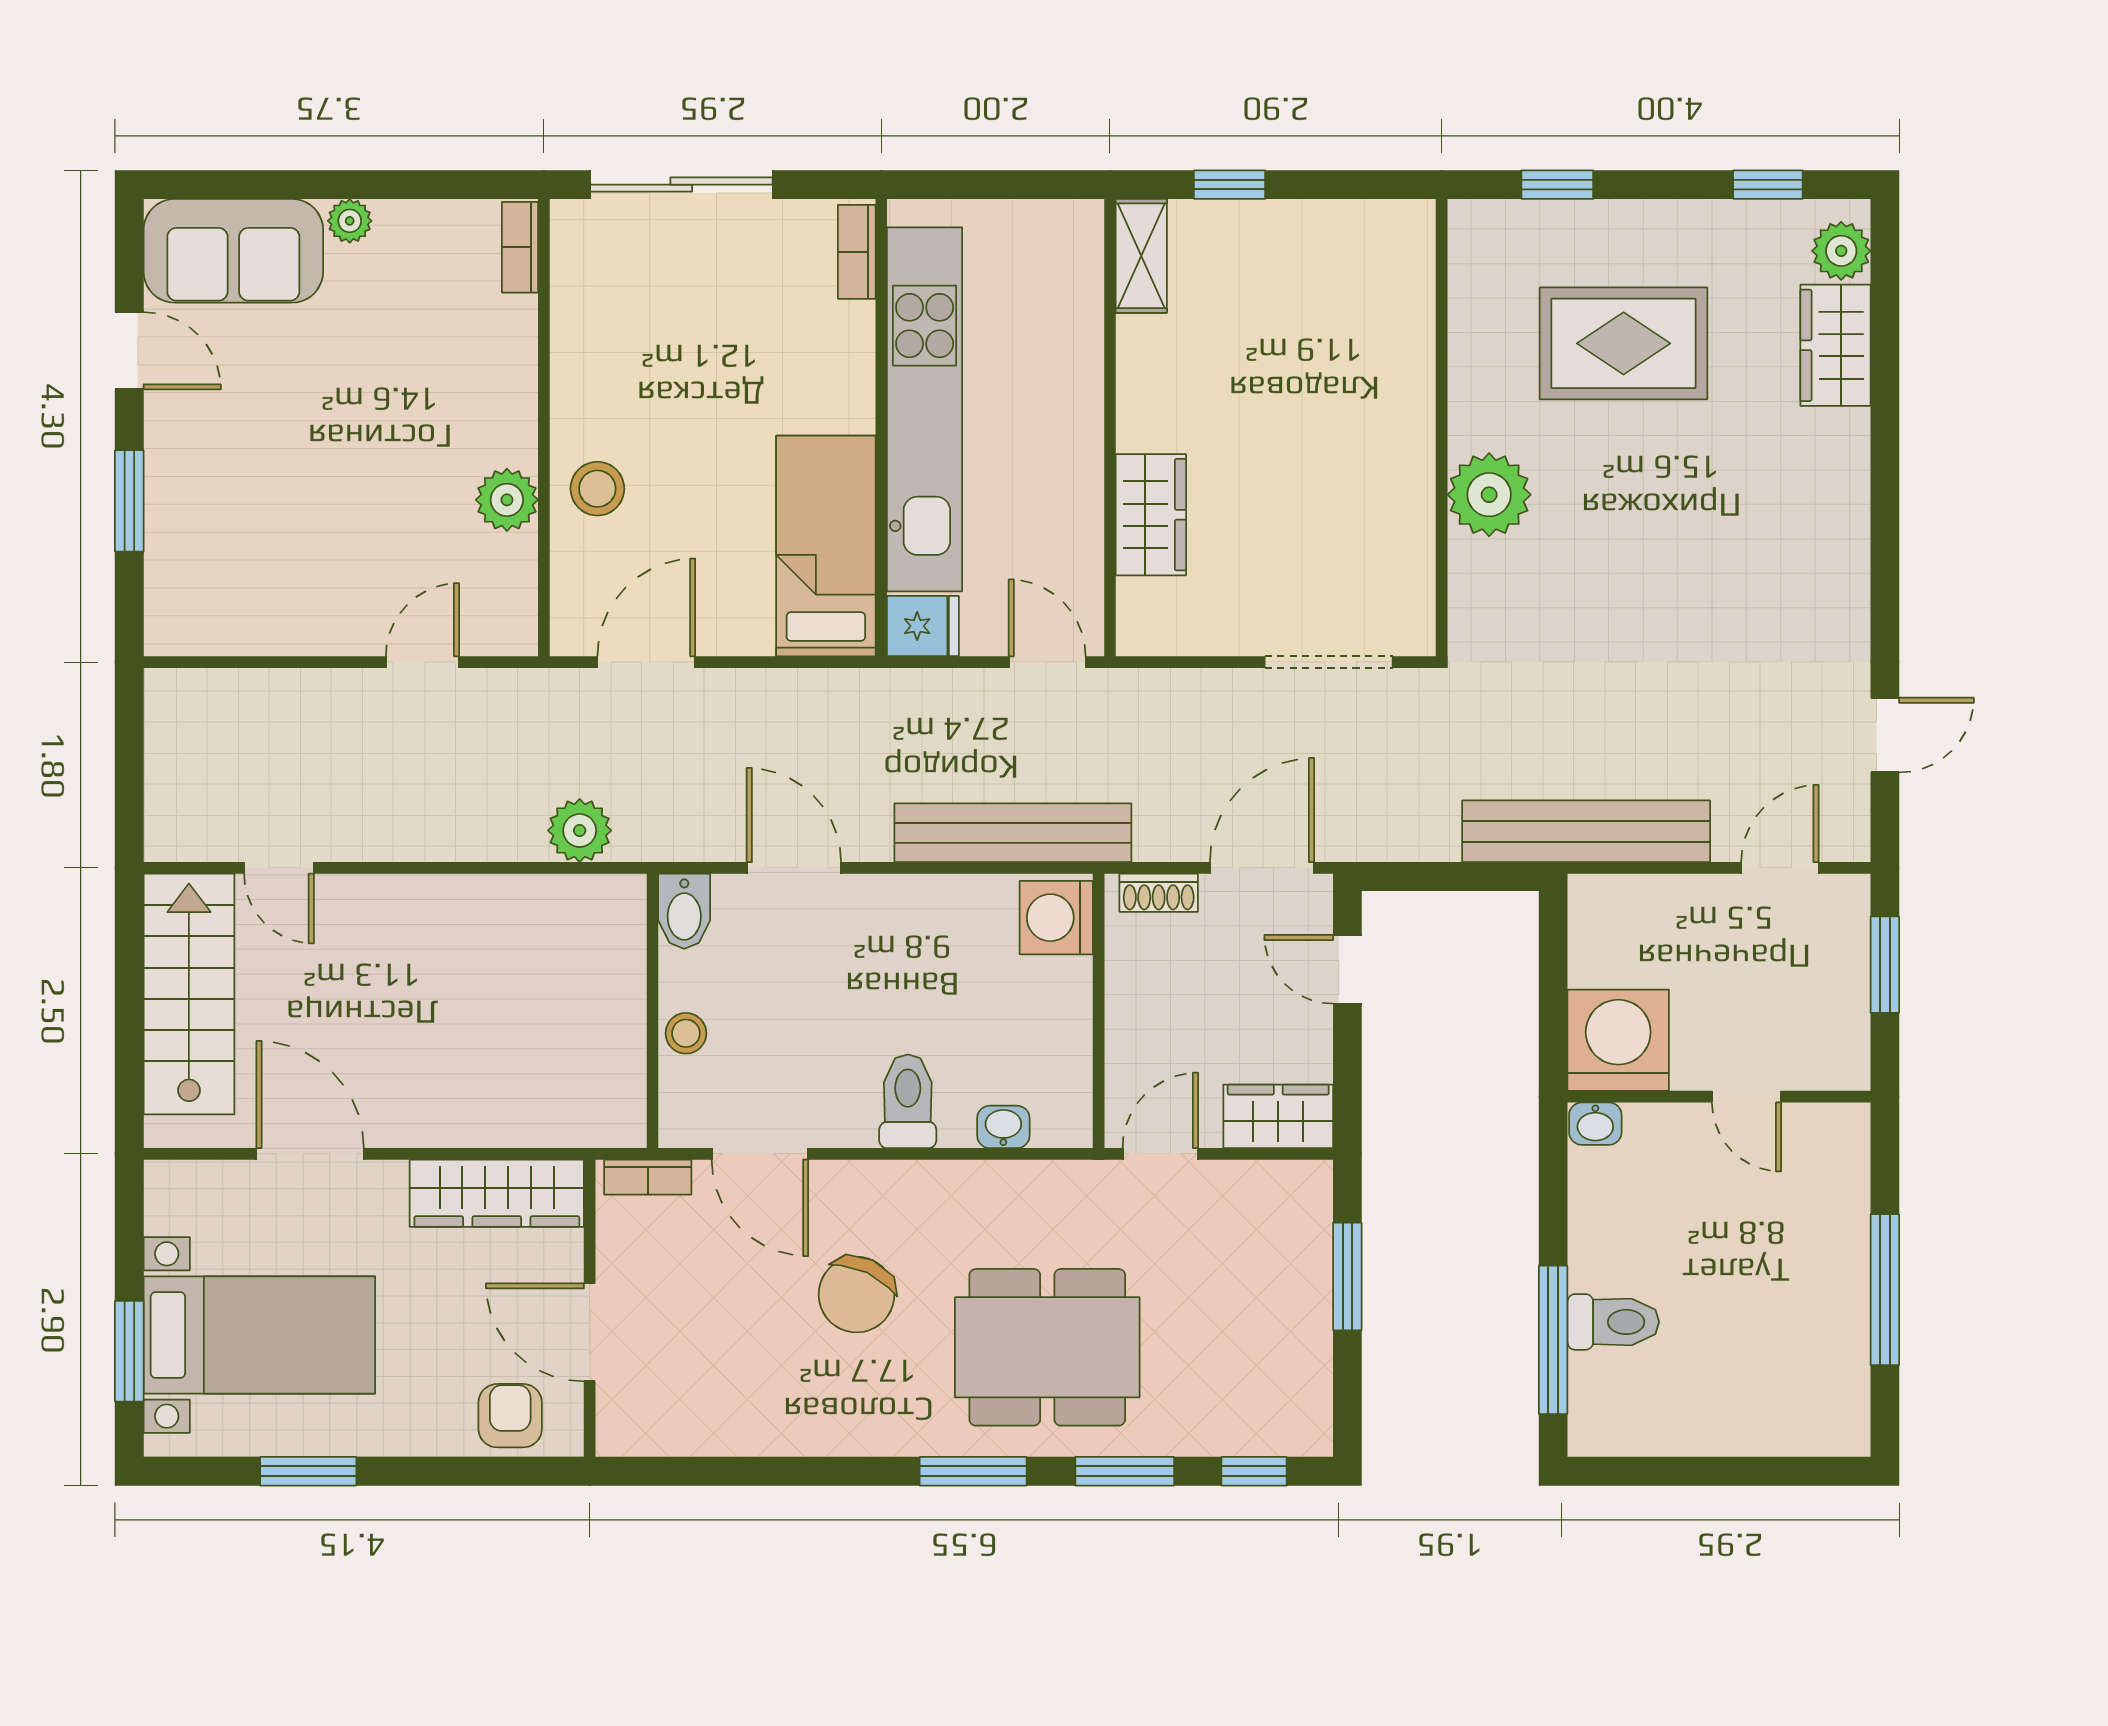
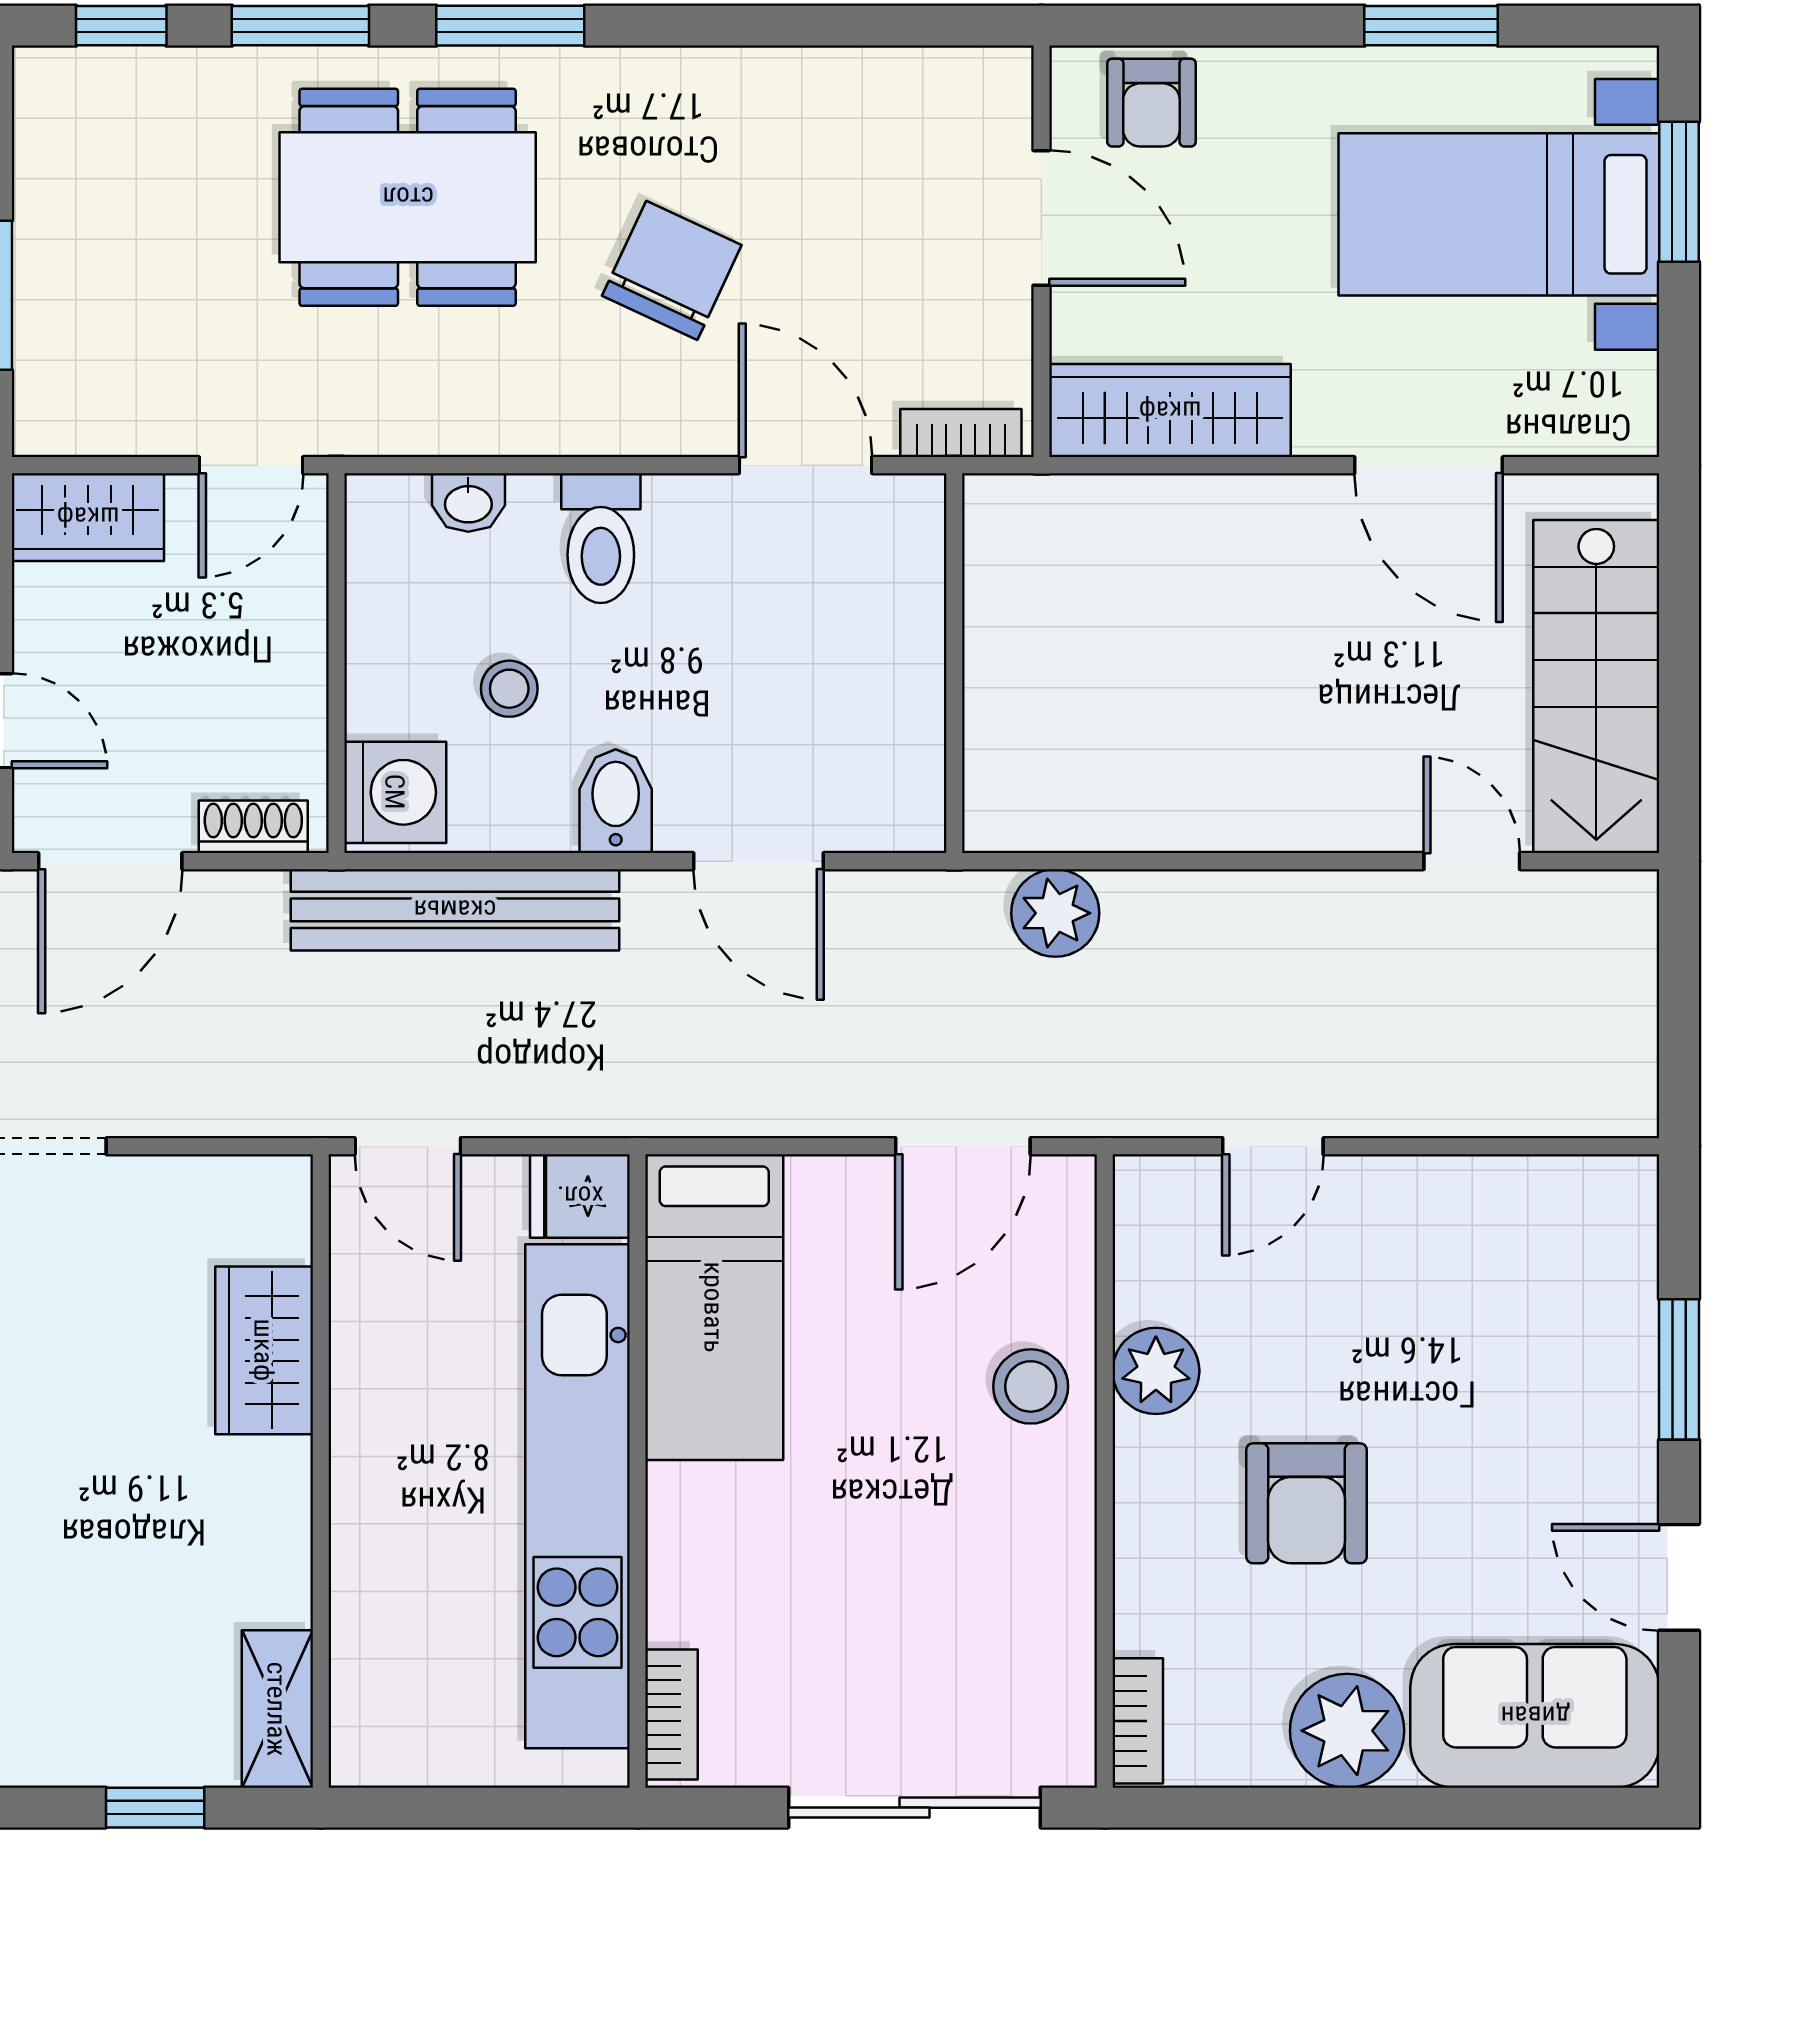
plant: (350, 221) -> (1347, 1731), width x1.88, depth x1.88
armchair: (398, 404) -> (1307, 1503), added
bidet: (684, 911) -> (616, 801), moved
stool: (686, 1033) -> (509, 689), moved

